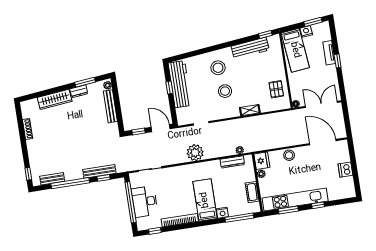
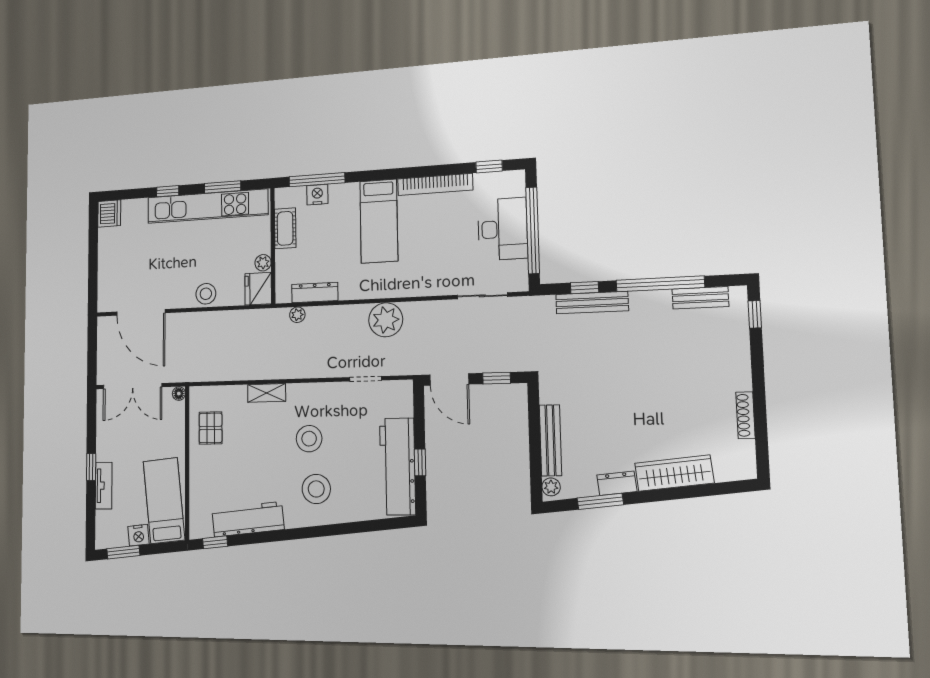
dishwasher: (345, 170) -> (109, 214), moved
nightstand: (222, 213) -> (317, 195), moved

